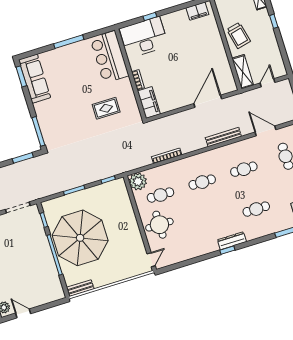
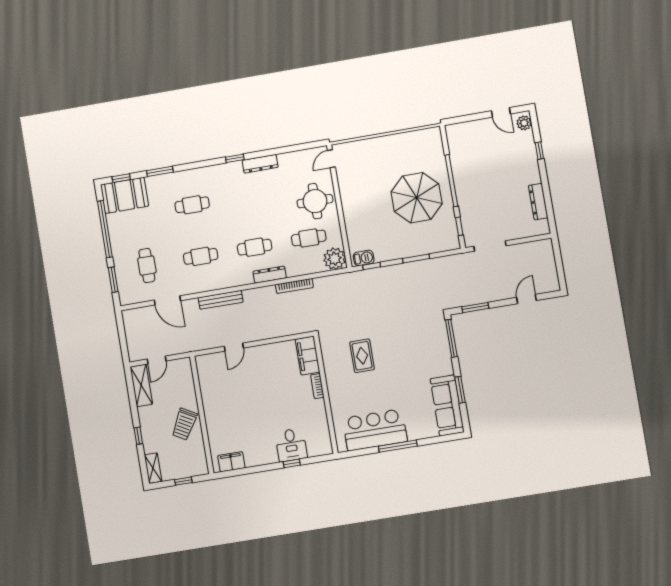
trolley: (239, 35) -> (184, 424), turned -138
desk: (144, 37) -> (291, 445), width x0.53, depth x0.77
bar counter: (109, 57) -> (375, 430), moved, turned -90
shelving: (243, 72) -> (141, 385), moved
window: (21, 76) -> (460, 390), moved
door: (208, 101) -> (234, 347), width x0.53
rug: (106, 108) -> (362, 356), turned 90
dresser: (187, 162) -> (270, 275), added
barbecue: (115, 185) -> (364, 258), added
parasol: (80, 238) -> (417, 198), width x0.73, depth x0.73
dresser: (232, 241) -> (260, 164), moved
bench: (80, 288) -> (425, 135), removed

